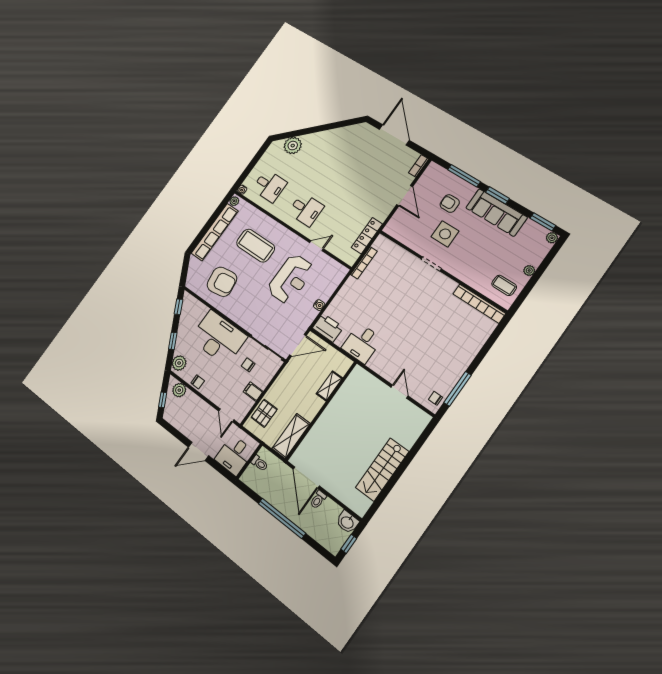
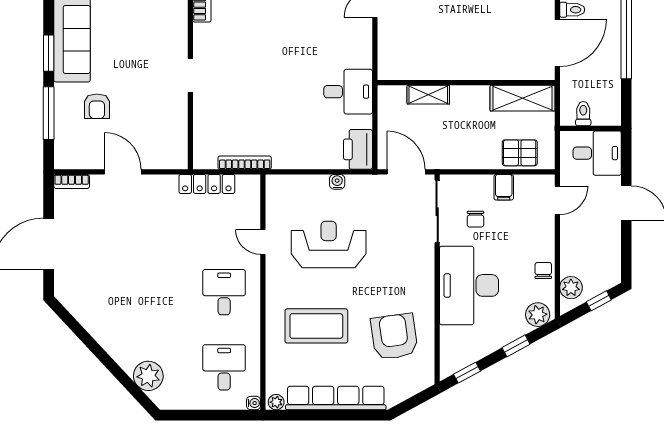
door: (405, 196) -> (123, 172), hinge flipped
side table: (445, 234) -> (141, 85), removed
coffee table: (256, 246) -> (316, 326), turned 90

